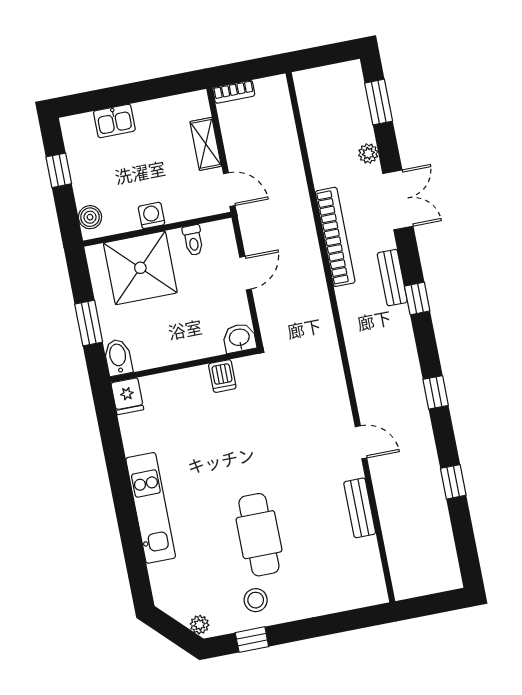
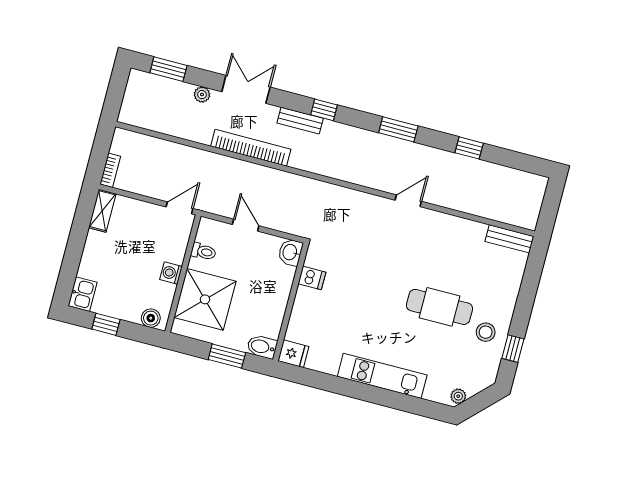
kitchen sink: (114, 121) -> (83, 294), moved
shelving: (206, 144) -> (102, 211), moved, turned 90
window: (436, 392) -> (398, 129), width x1.50
bench: (360, 508) -> (509, 239), moved
plant: (200, 625) -> (458, 396), moved

